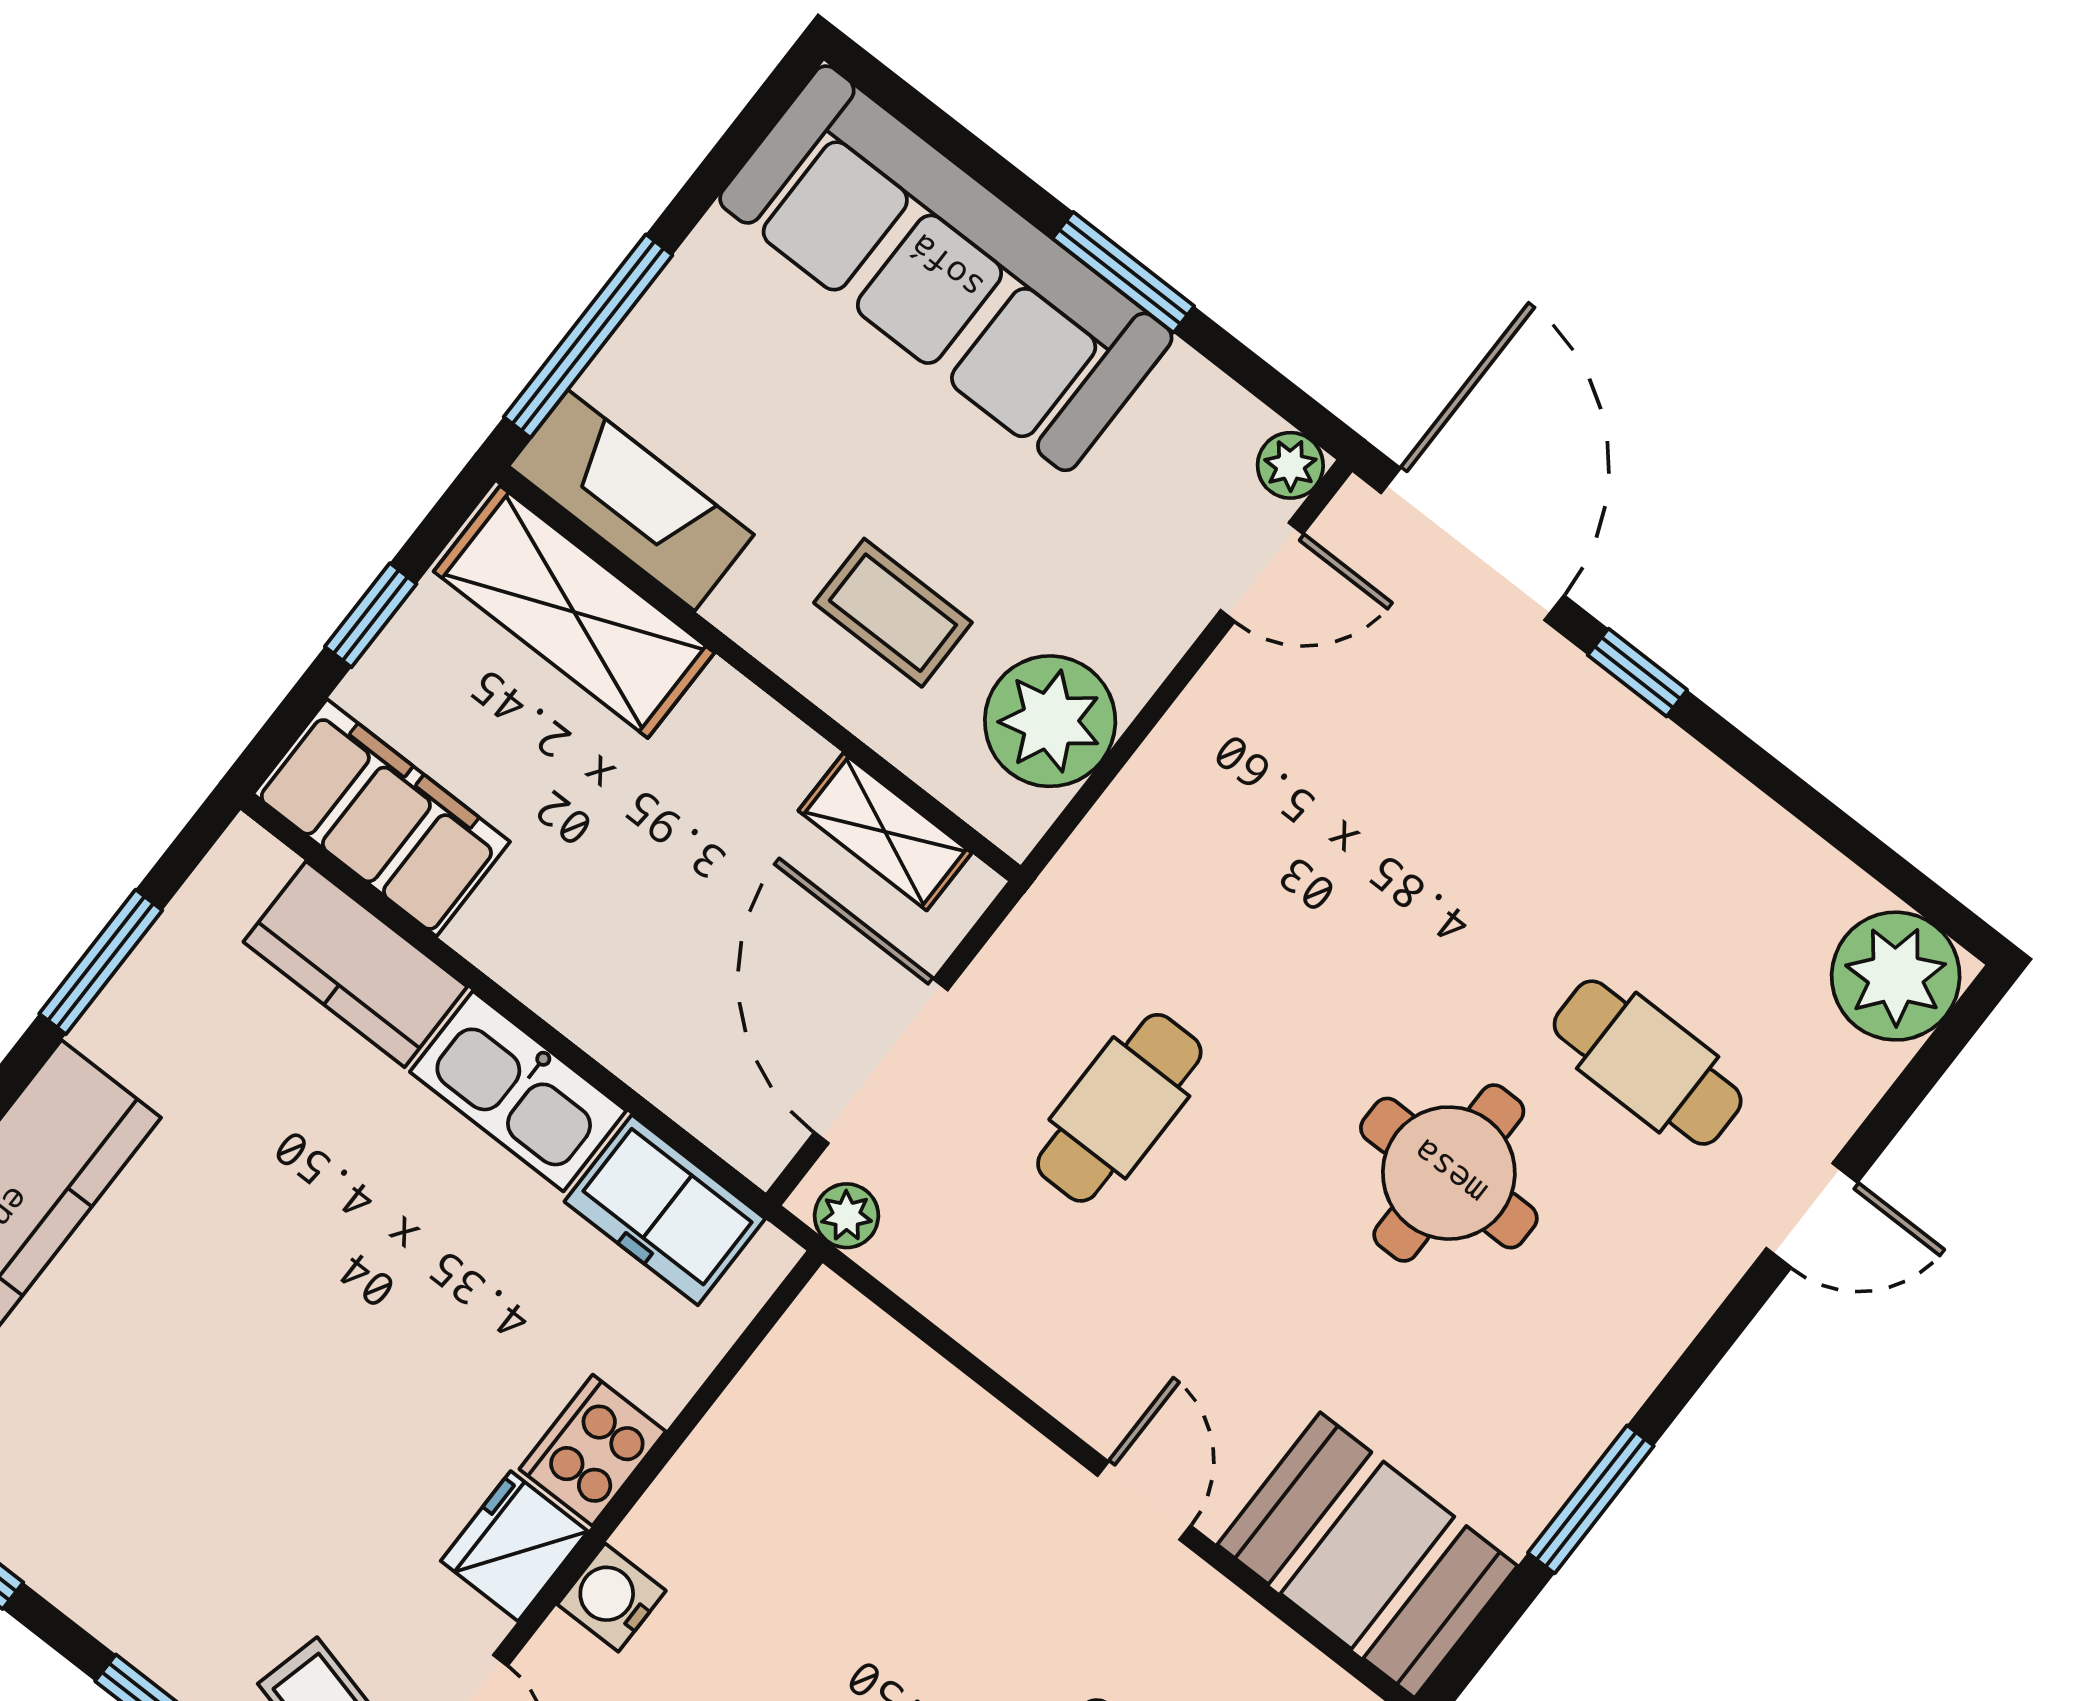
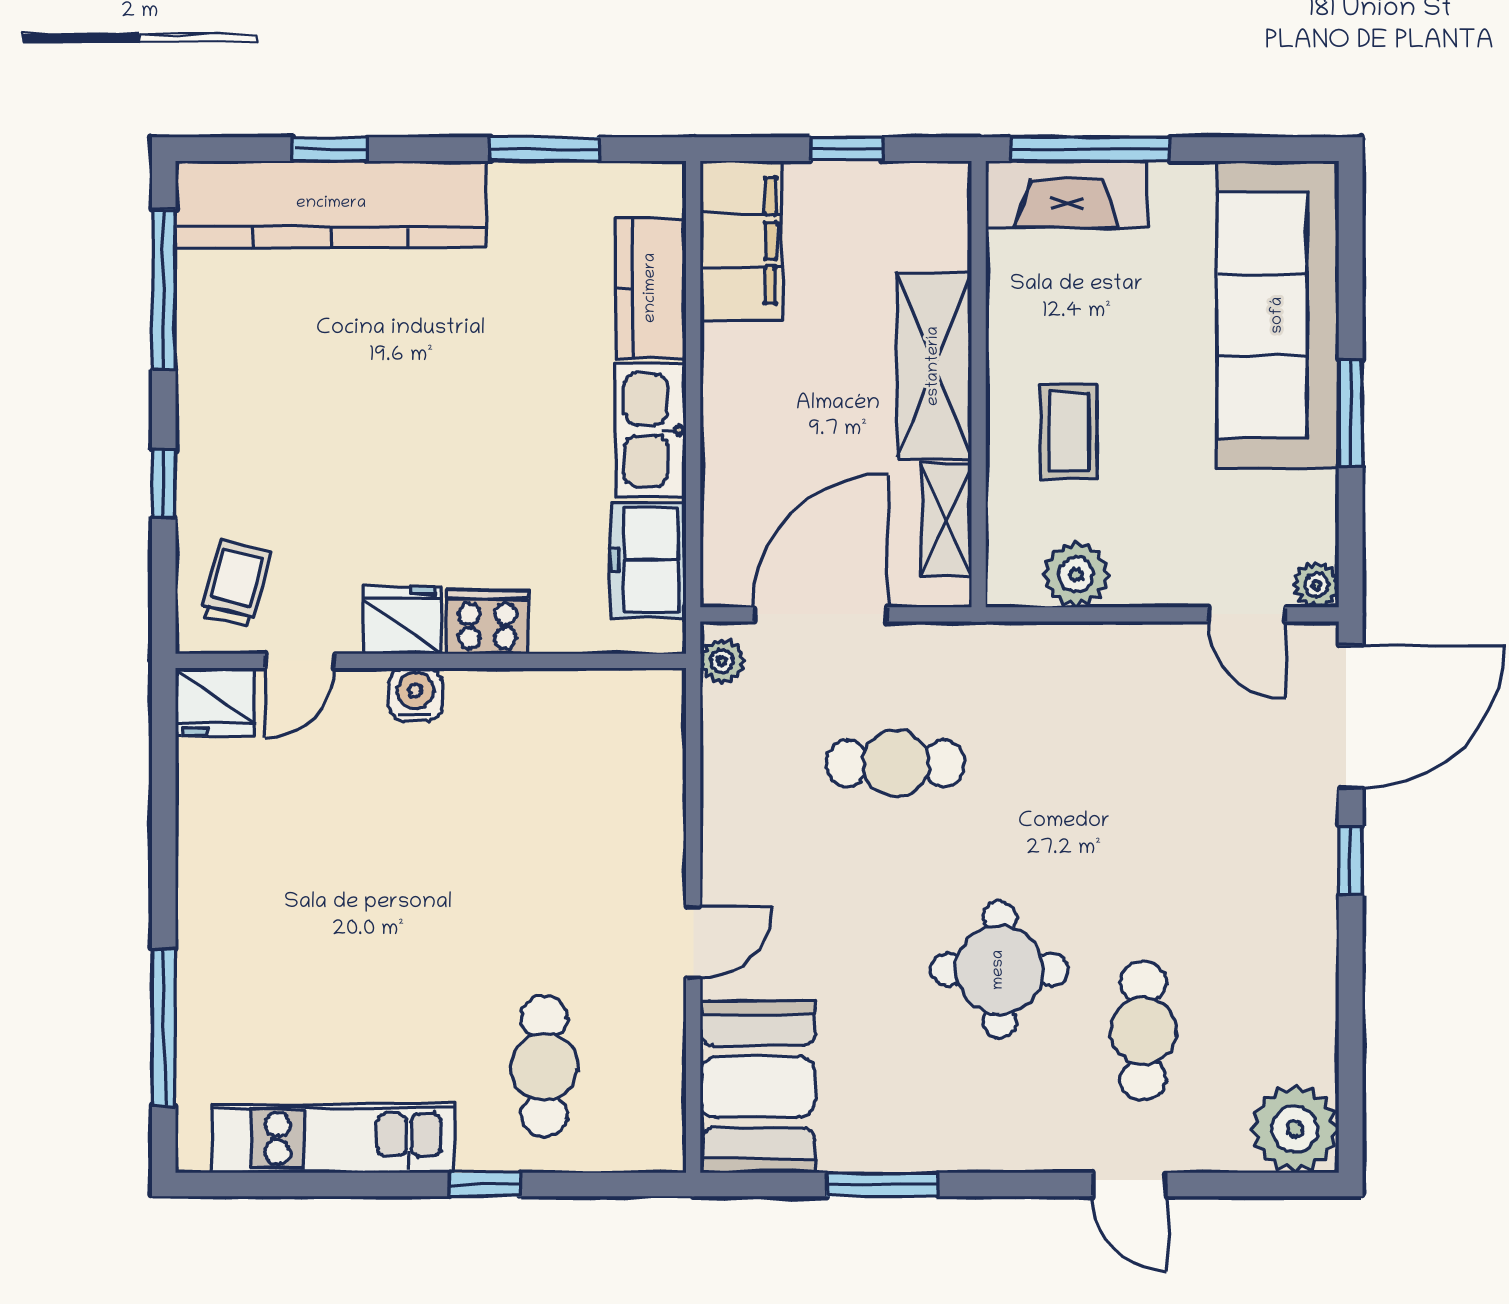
fireplace: (631, 500) -> (1067, 194), moved, turned 90
shelving: (574, 612) -> (934, 366), moved
plant: (1050, 721) -> (1076, 574), width x0.73, depth x0.73

